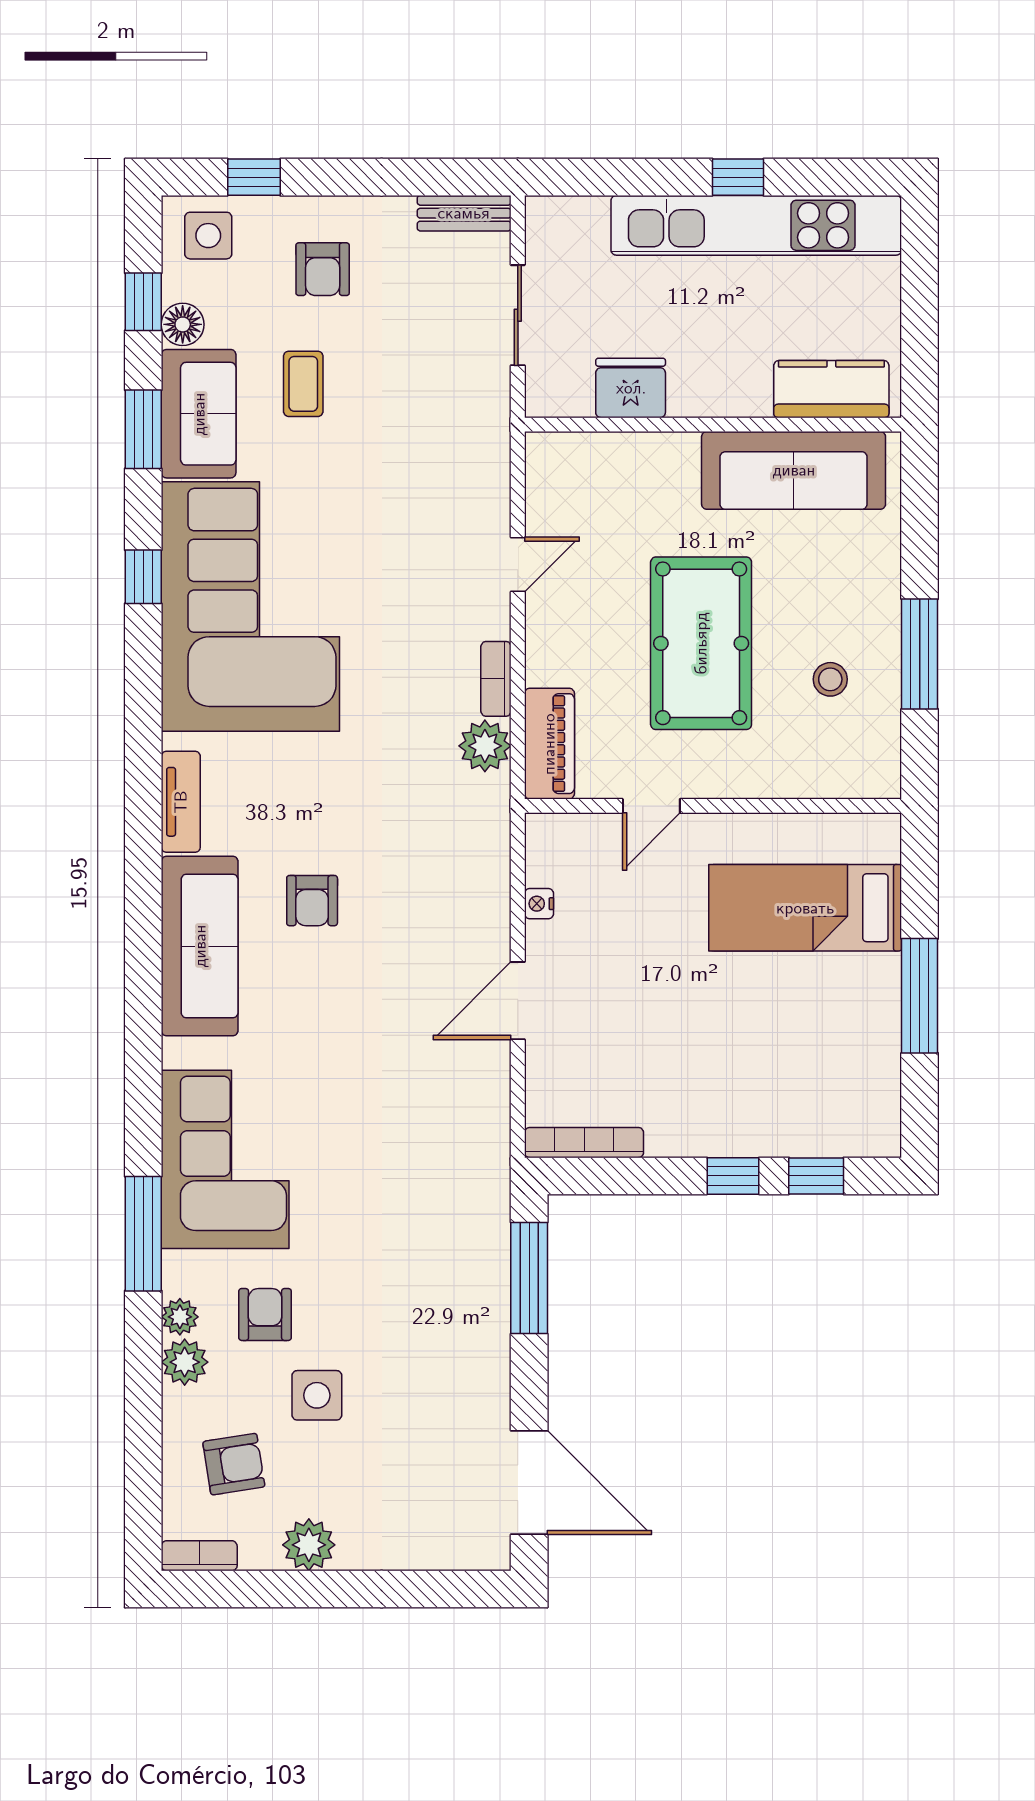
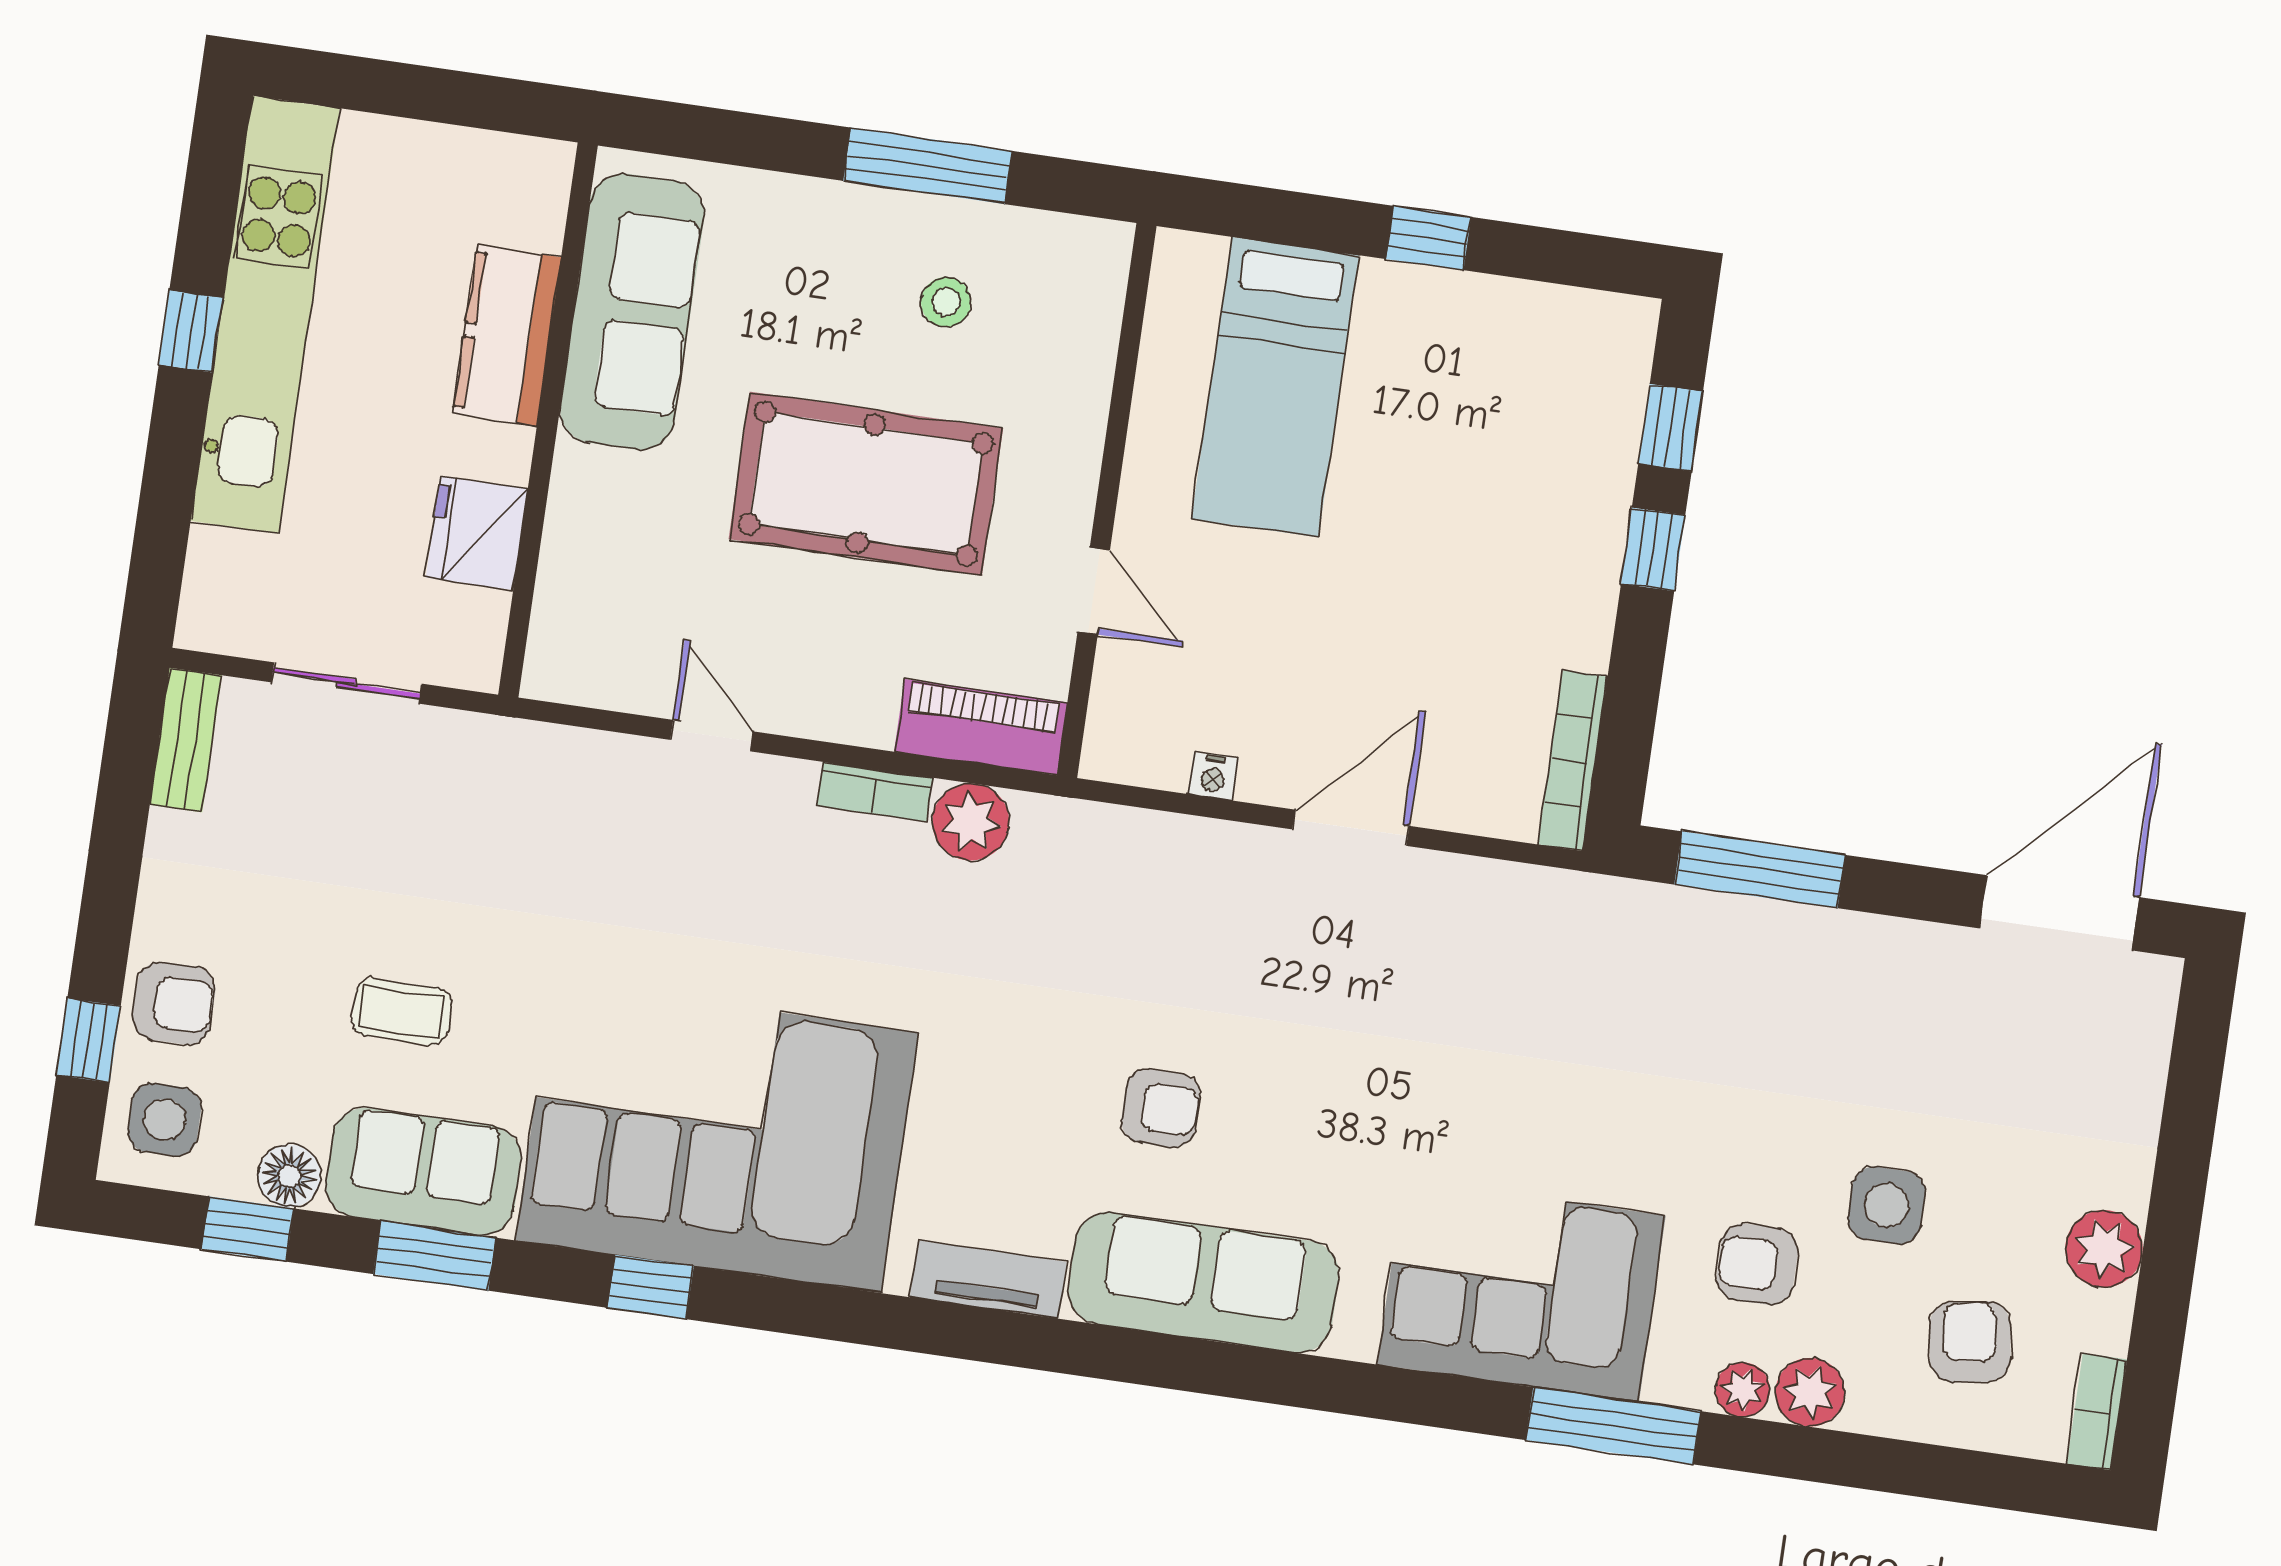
armchair: (323, 269) -> (174, 1003), moved
kitchen counter: (831, 389) -> (507, 335), moved
window: (920, 996) -> (1429, 238), width x0.46
door: (518, 1001) -> (1351, 828), swing flipped

